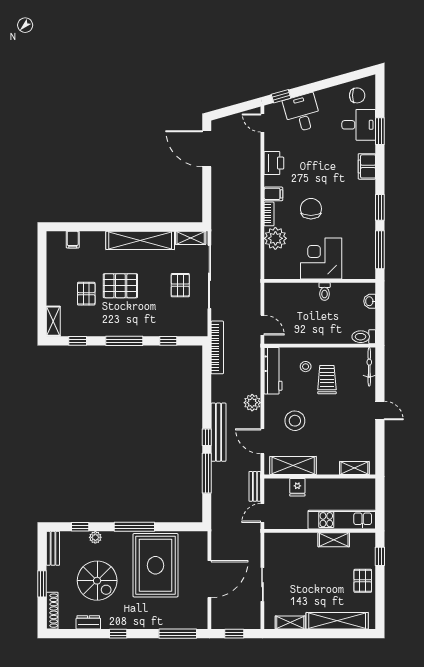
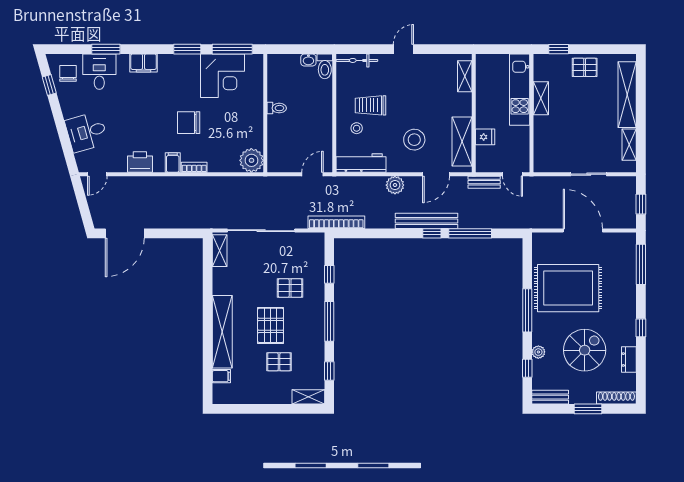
window: (281, 96) -> (49, 85), moved
plant: (275, 238) -> (251, 160), moved
shelving: (140, 240) -> (222, 332), moved
corner desk: (321, 258) -> (223, 76), moved, turned -90
pallet: (180, 285) -> (290, 288), moved
washbasin: (370, 301) -> (308, 60), moved

